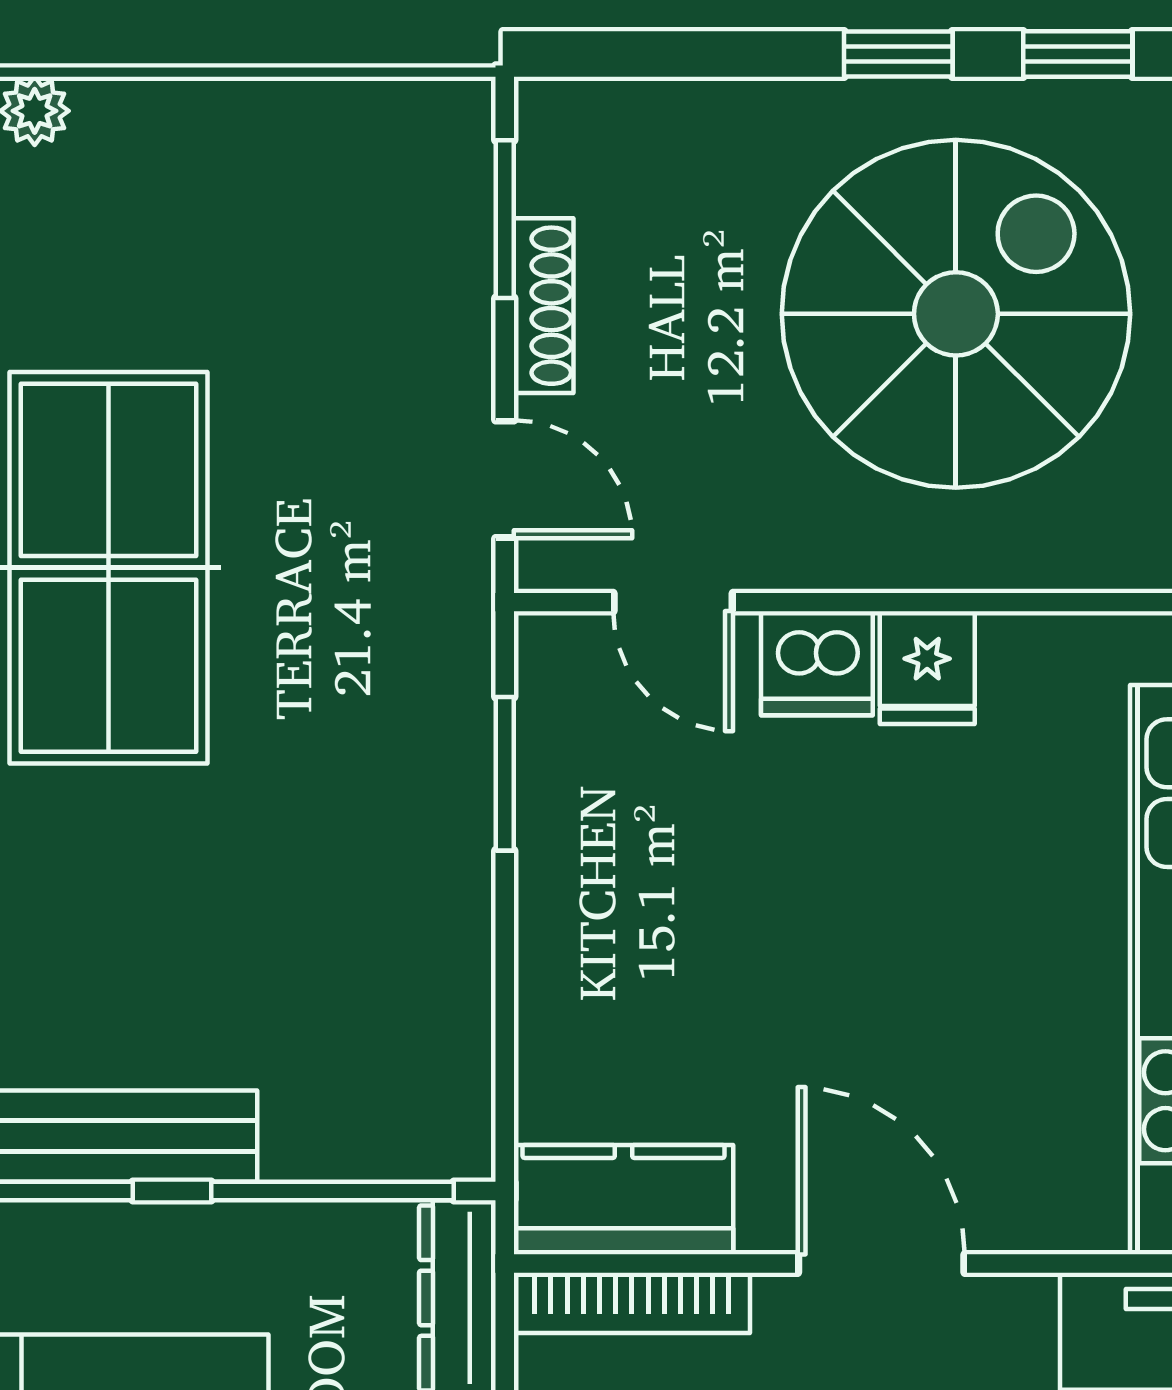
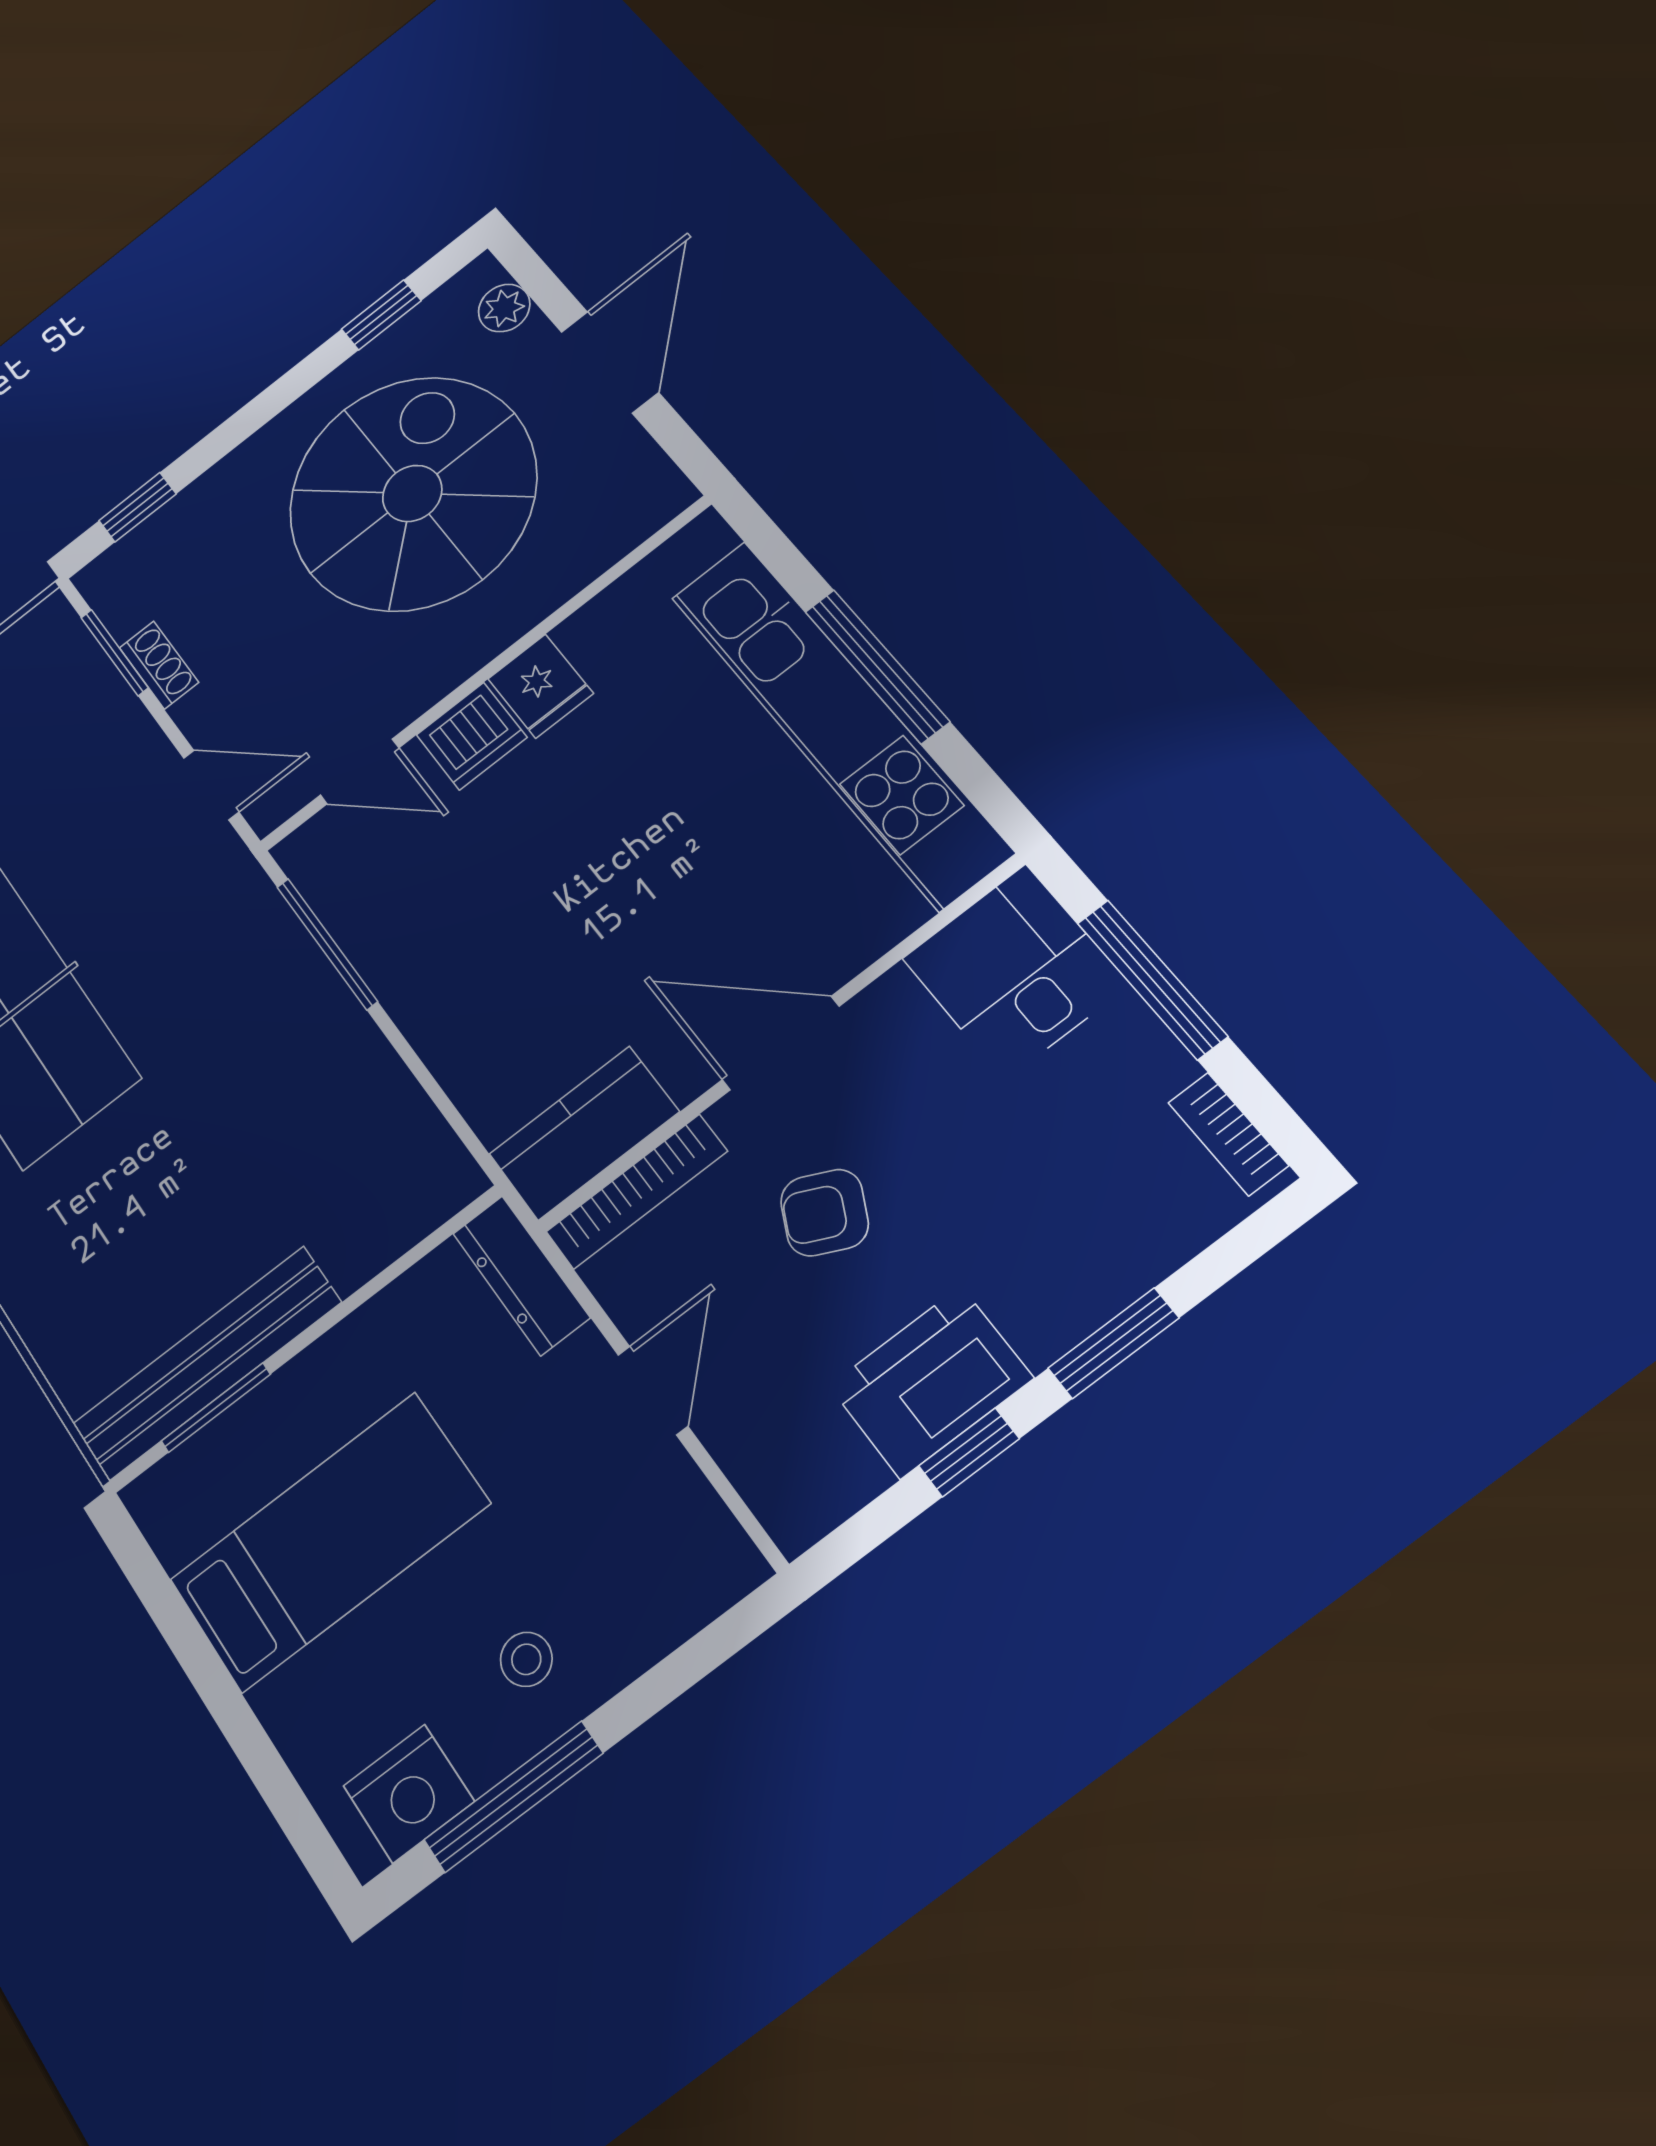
window: (898, 54) -> (138, 507), moved
shoe rack: (544, 306) -> (159, 665), width x0.70
window: (505, 774) -> (327, 944), width x1.44
window: (333, 1191) -> (394, 1271), removed

